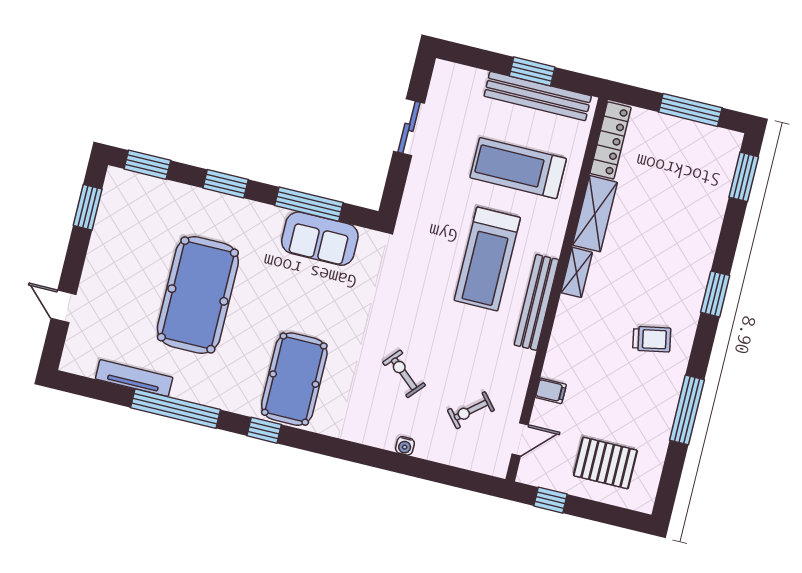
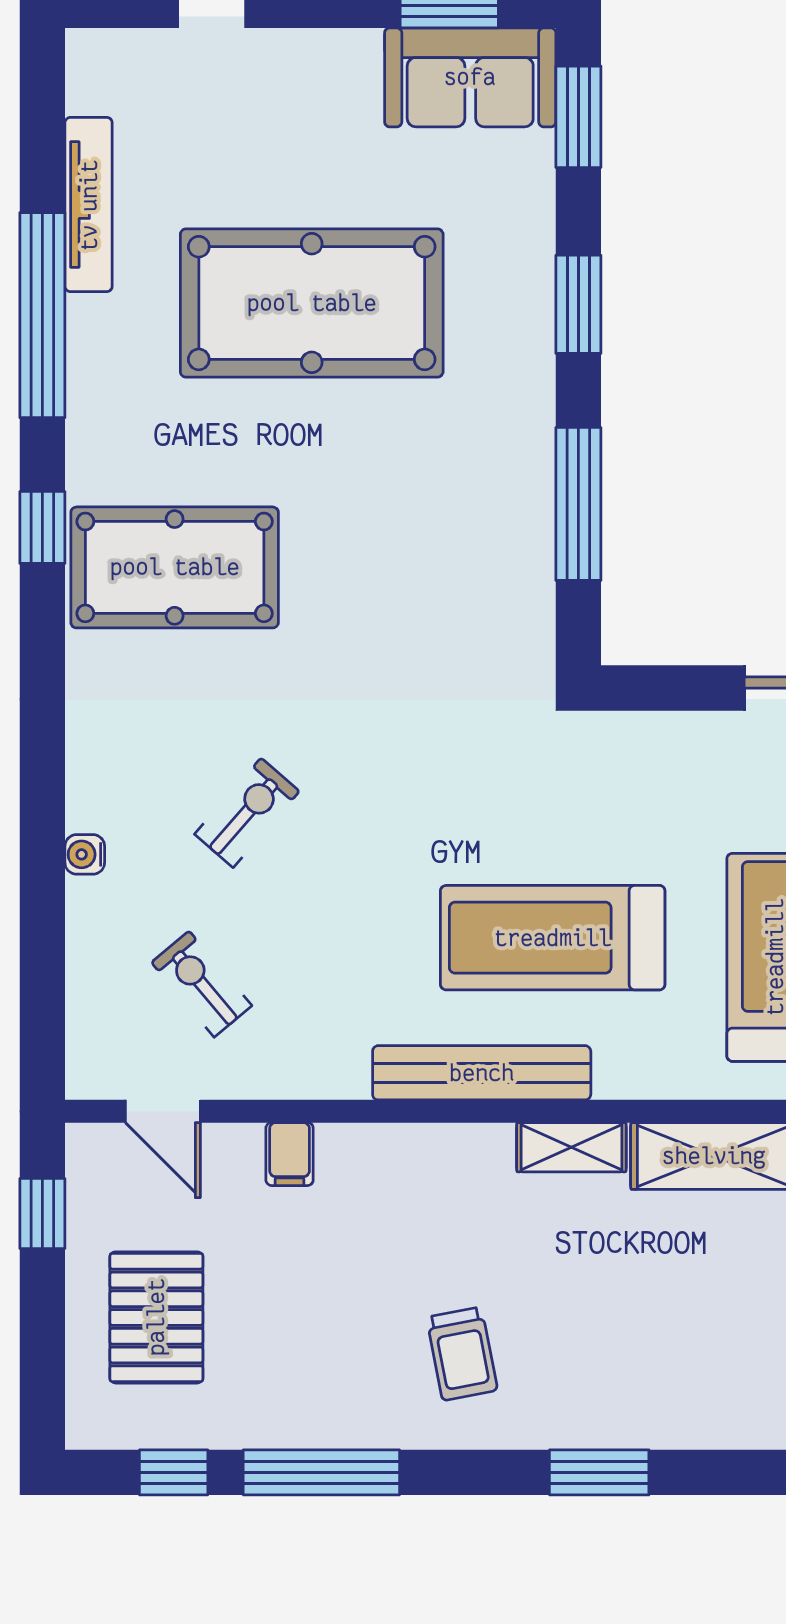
sofa: (320, 239) -> (470, 77), moved, turned -90
window: (672, 472) -> (174, 1472), added

